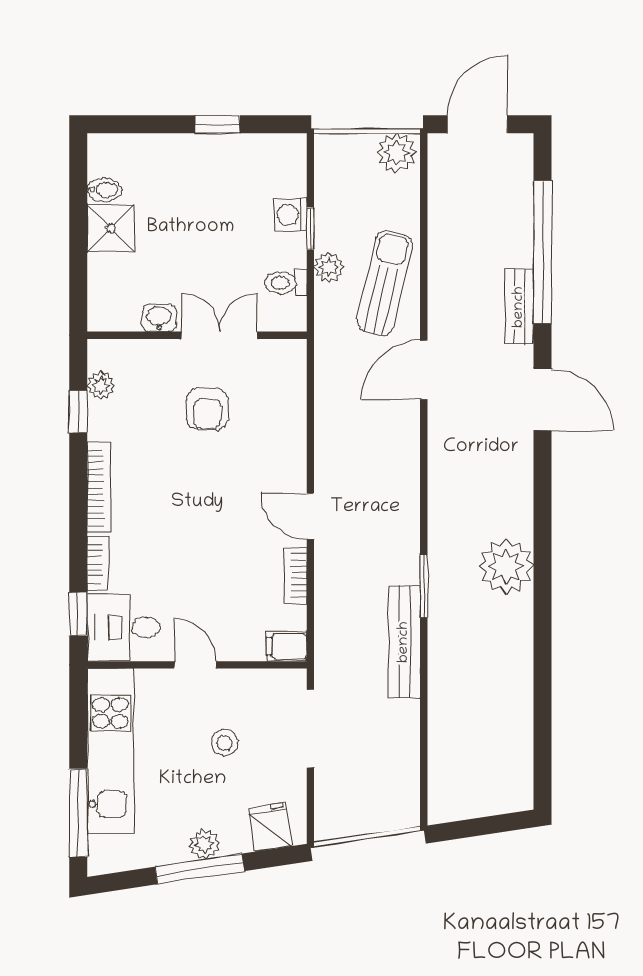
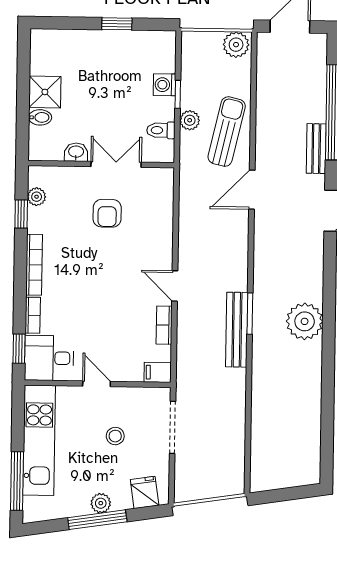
bidet: (104, 190) -> (40, 117), moved
window: (424, 586) -> (250, 314), moved
bench: (404, 642) -> (237, 330), moved

